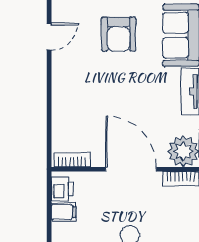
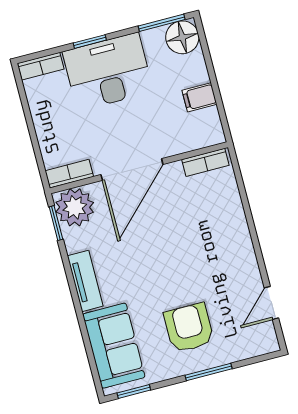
door: (131, 169) -> (132, 170), hinge flipped
printer: (62, 189) -> (208, 124), removed

